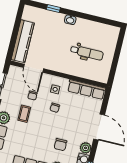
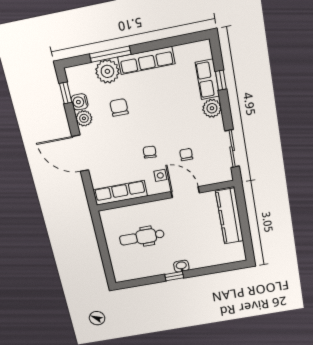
window: (53, 8) -> (174, 276), moved
door: (34, 68) -> (185, 192), moved
coffee table: (24, 114) -> (186, 126), removed

